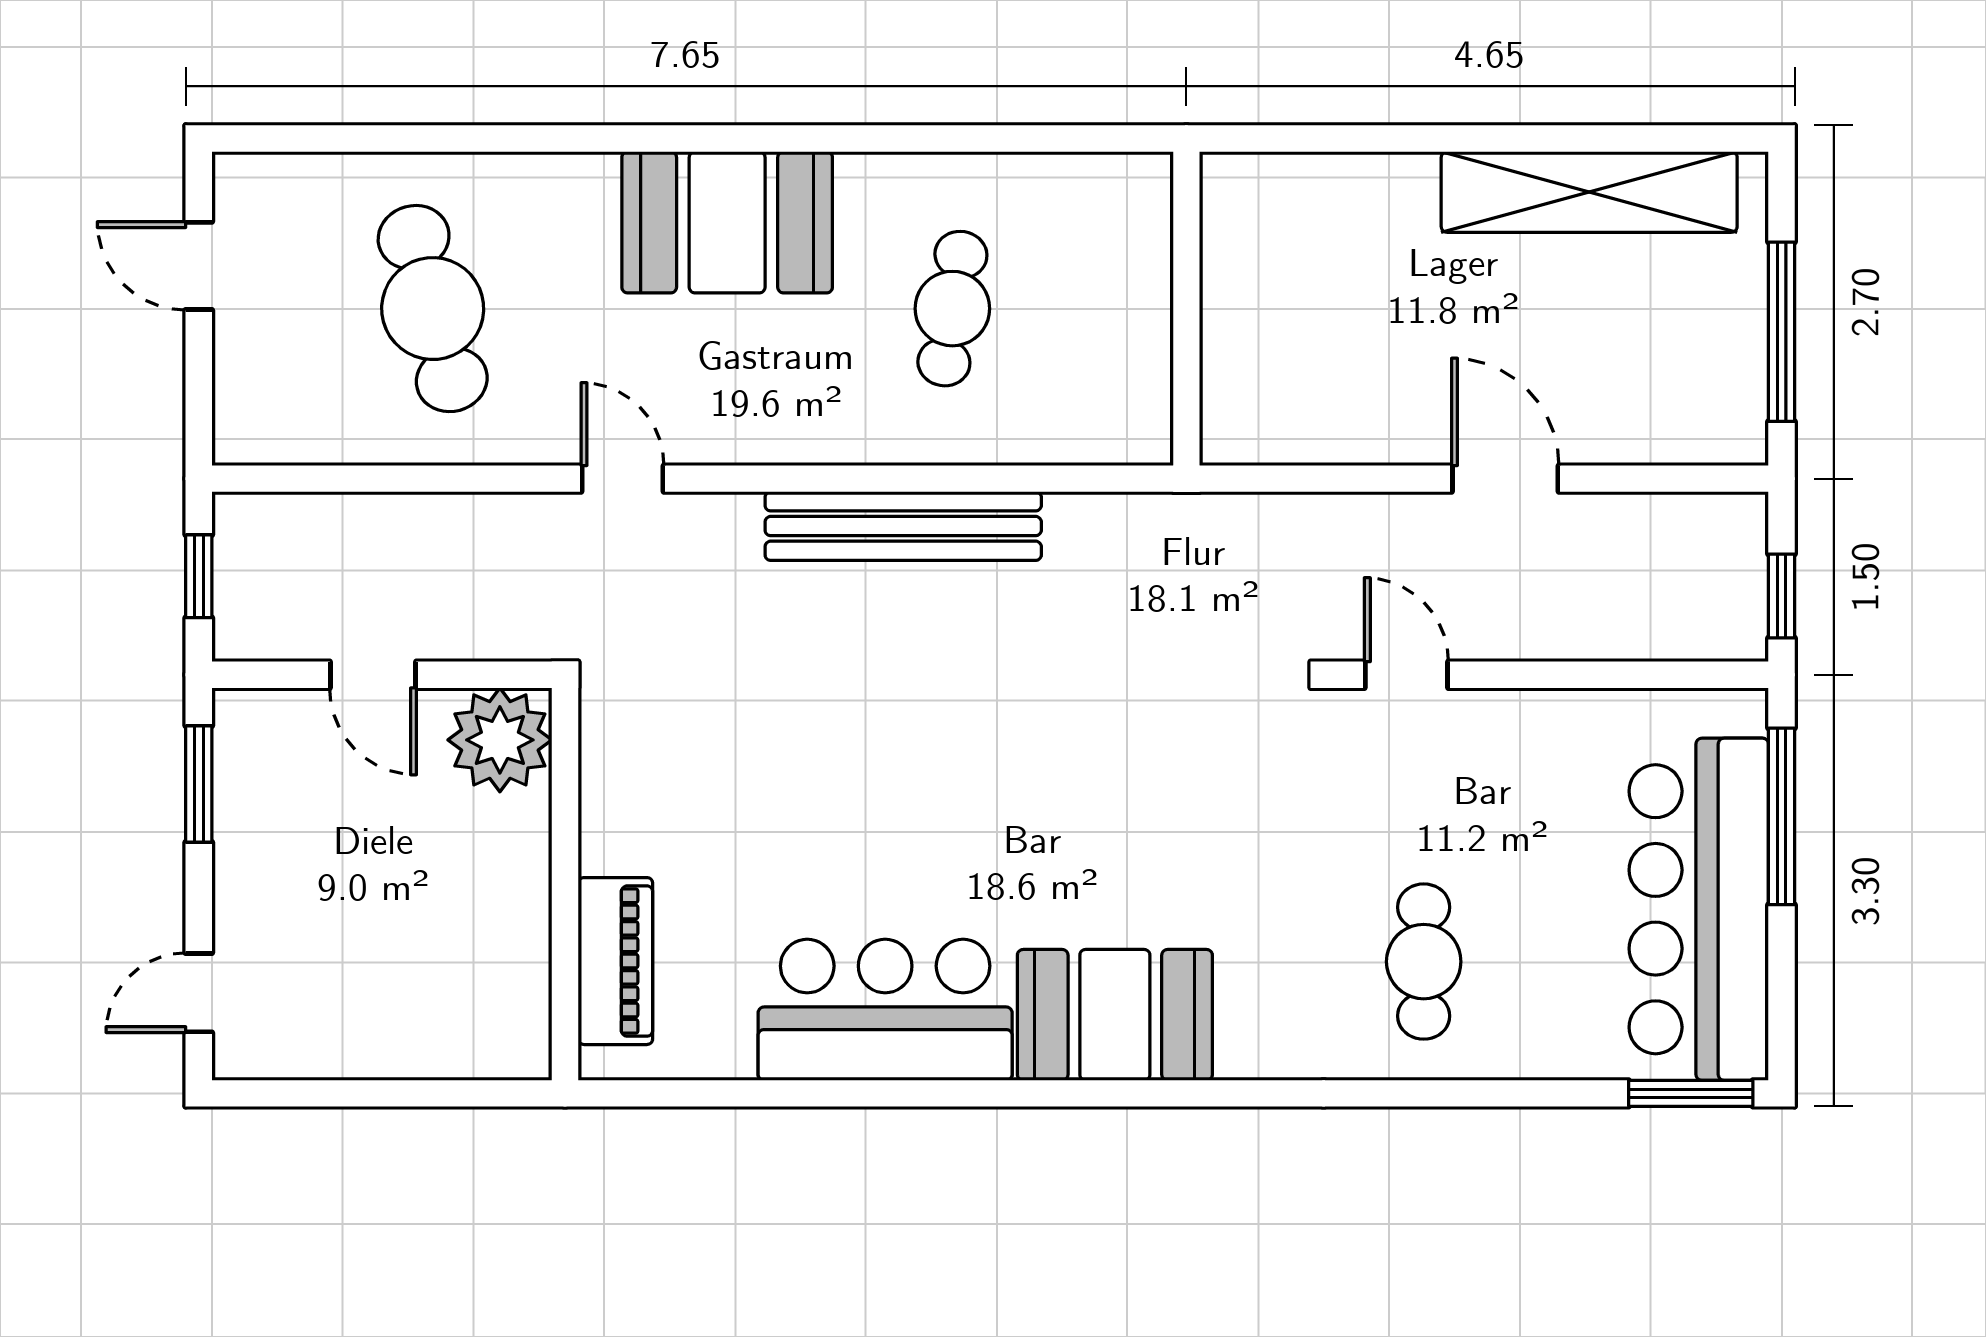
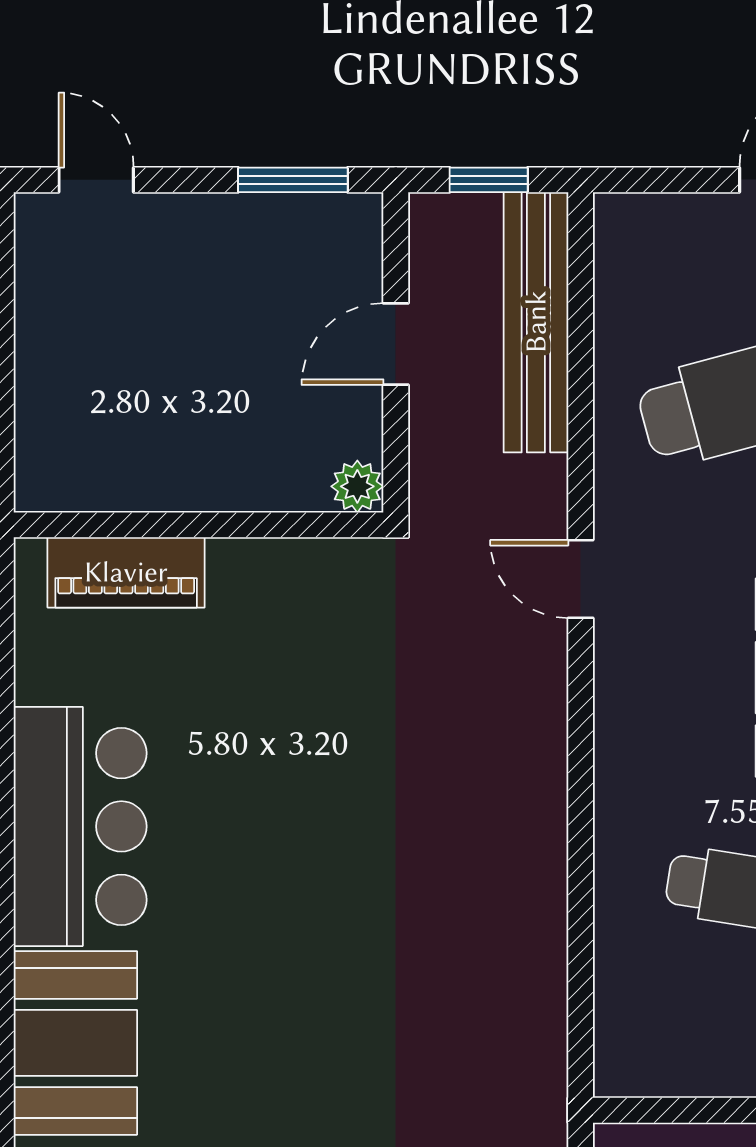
door: (622, 479) -> (581, 579), swing flipped
bench: (903, 526) -> (536, 322), moved
plant: (500, 740) -> (357, 486), width x0.53, depth x0.53

